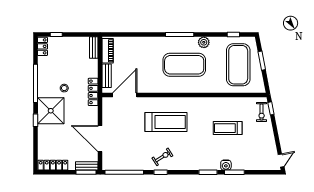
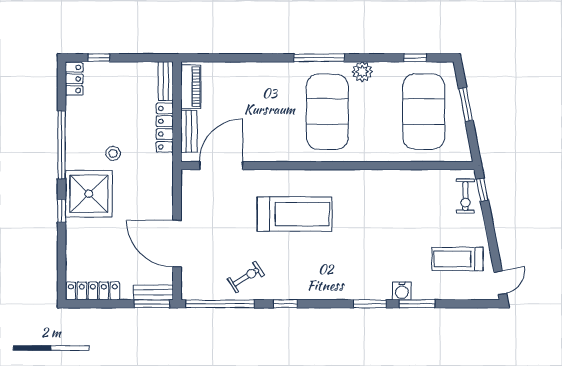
exercise mat: (184, 65) -> (327, 112), turned 90
locker: (93, 92) -> (165, 128), moved
treadmill: (228, 128) -> (457, 259), moved
exercise bike: (162, 157) -> (246, 277), moved

